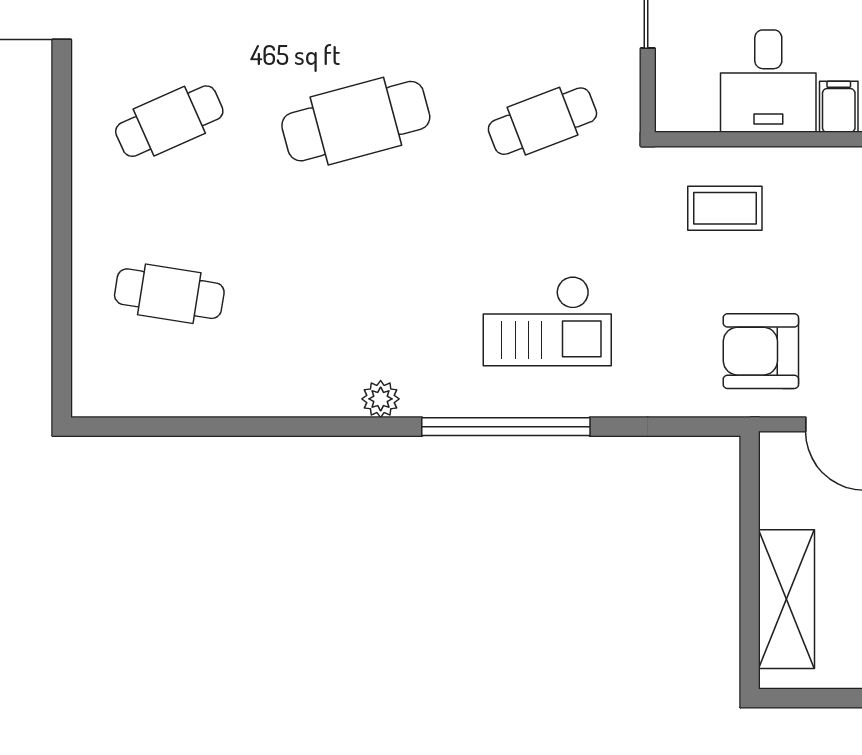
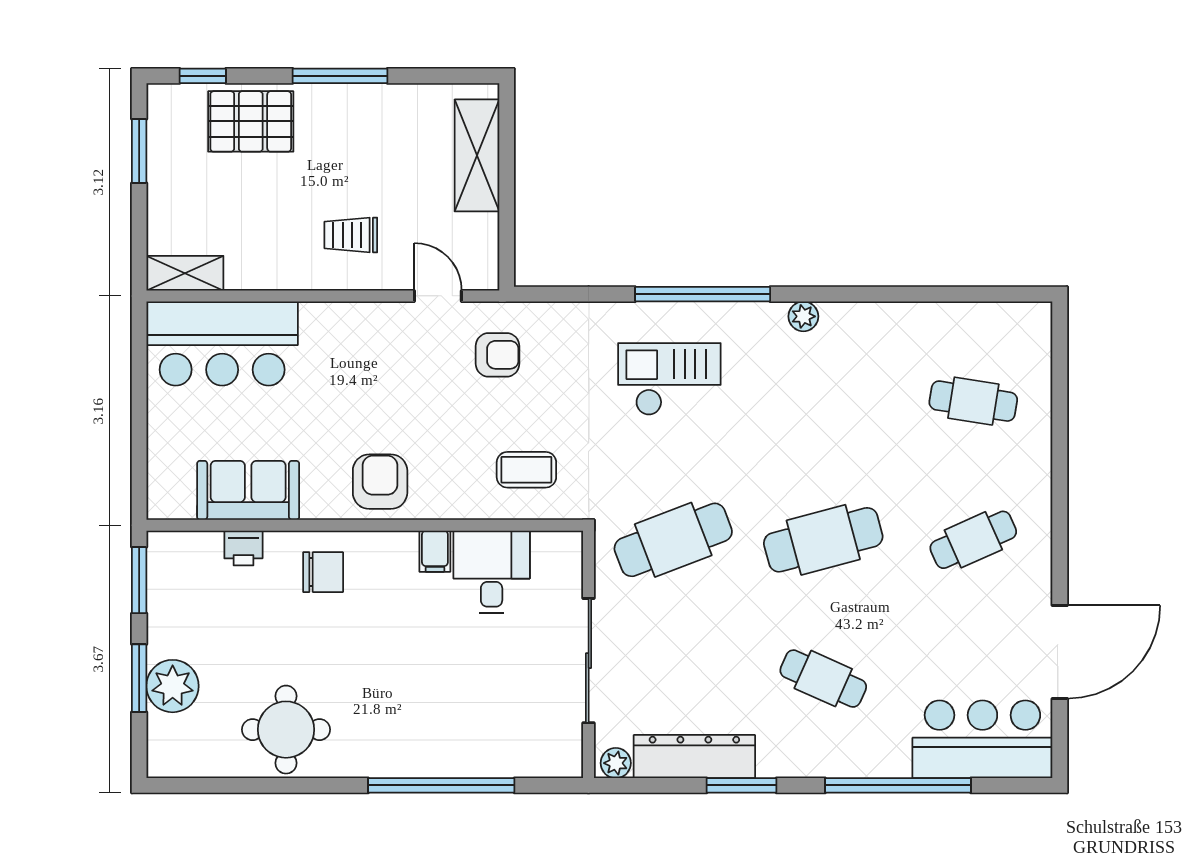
cafe table: (542, 121) -> (673, 540), width x1.37, depth x1.35
armchair: (761, 351) -> (498, 355), width x0.72, depth x0.72

